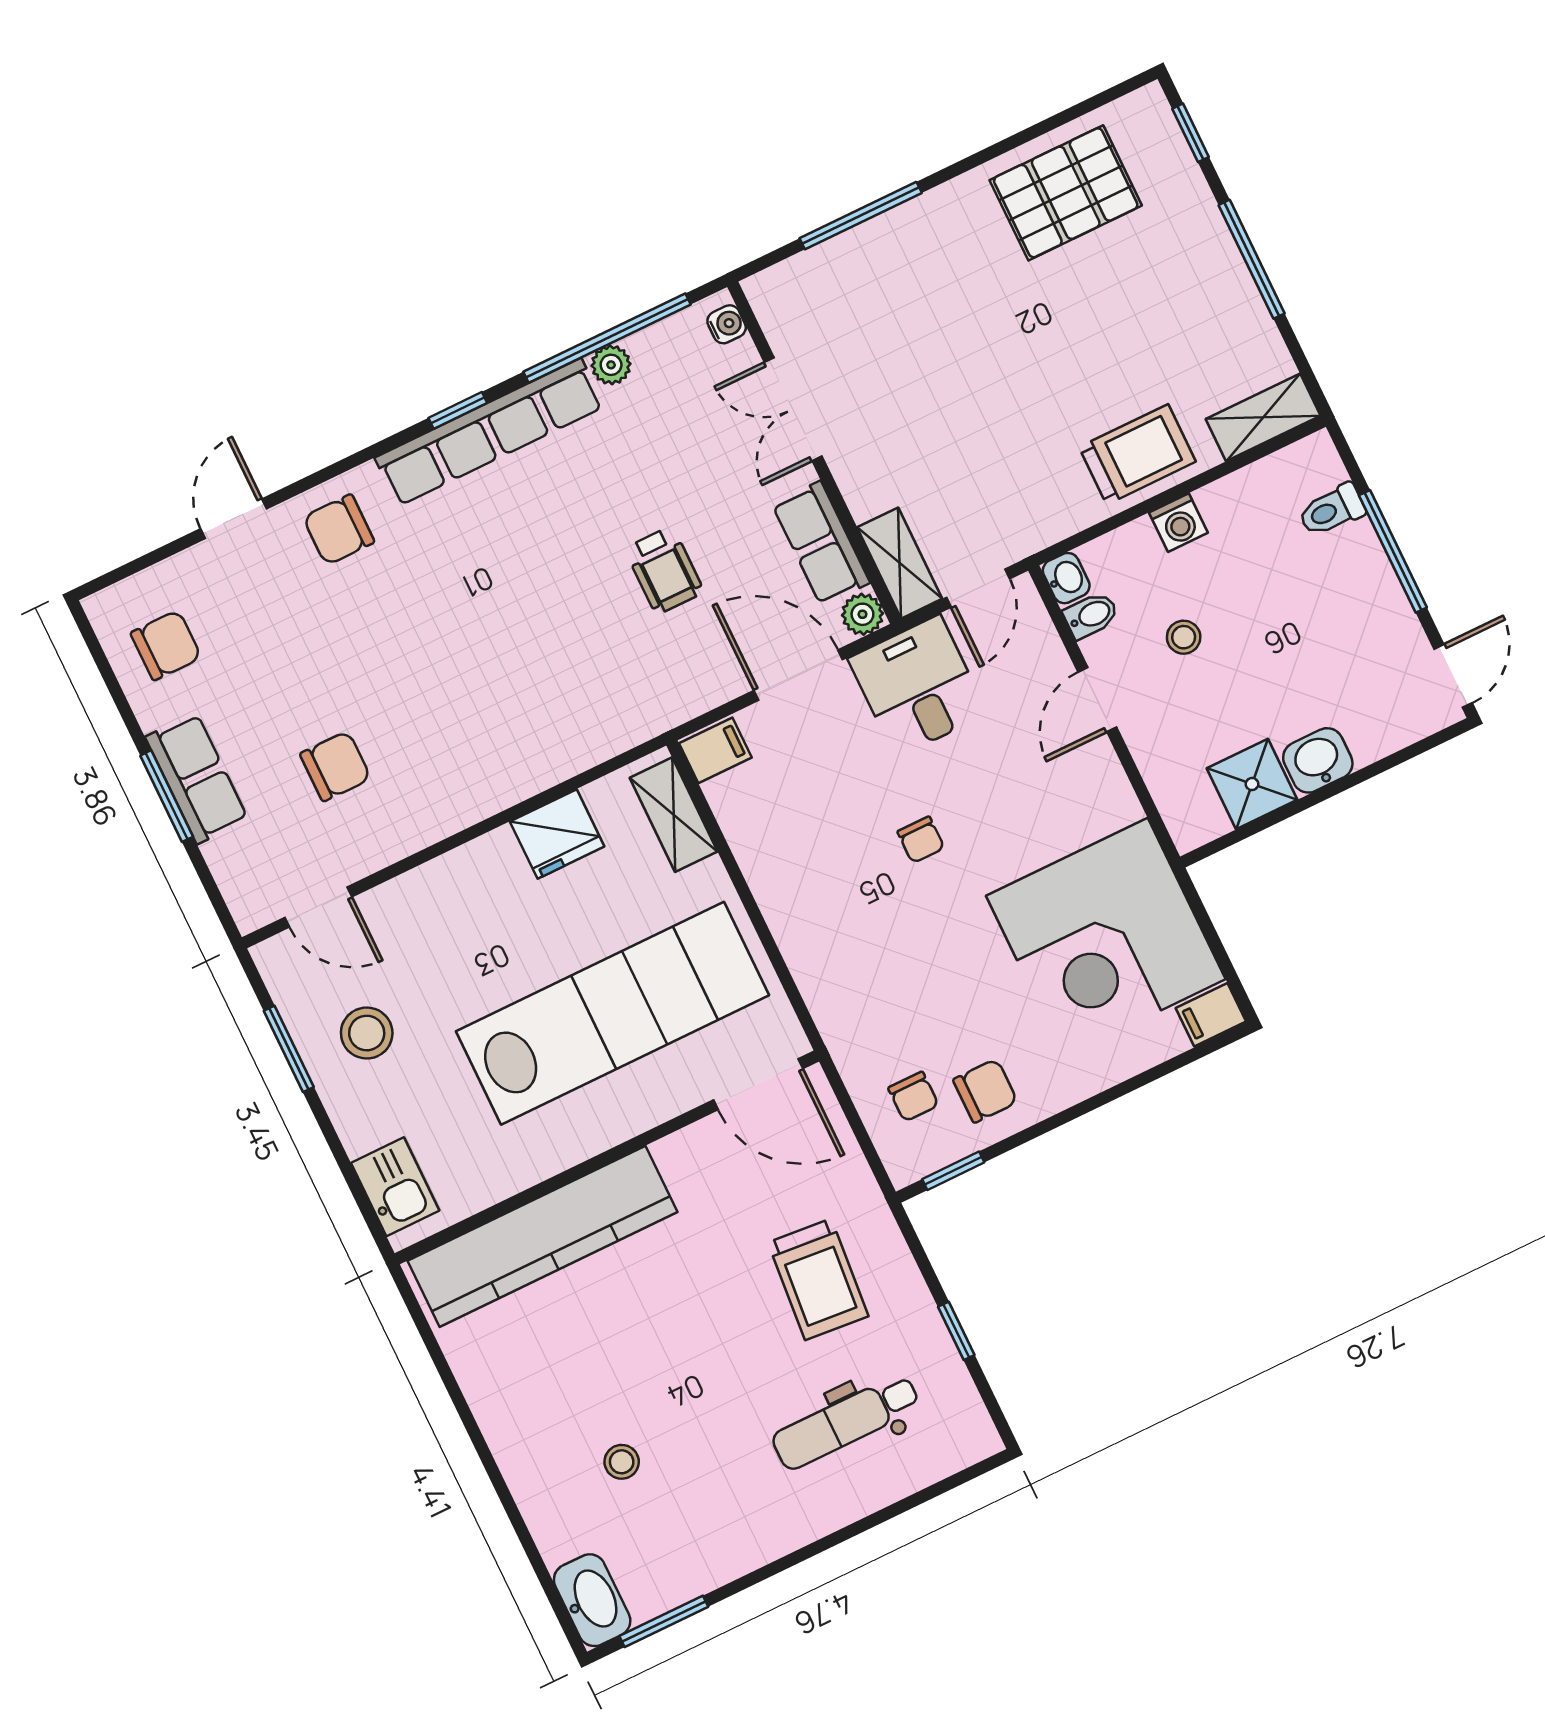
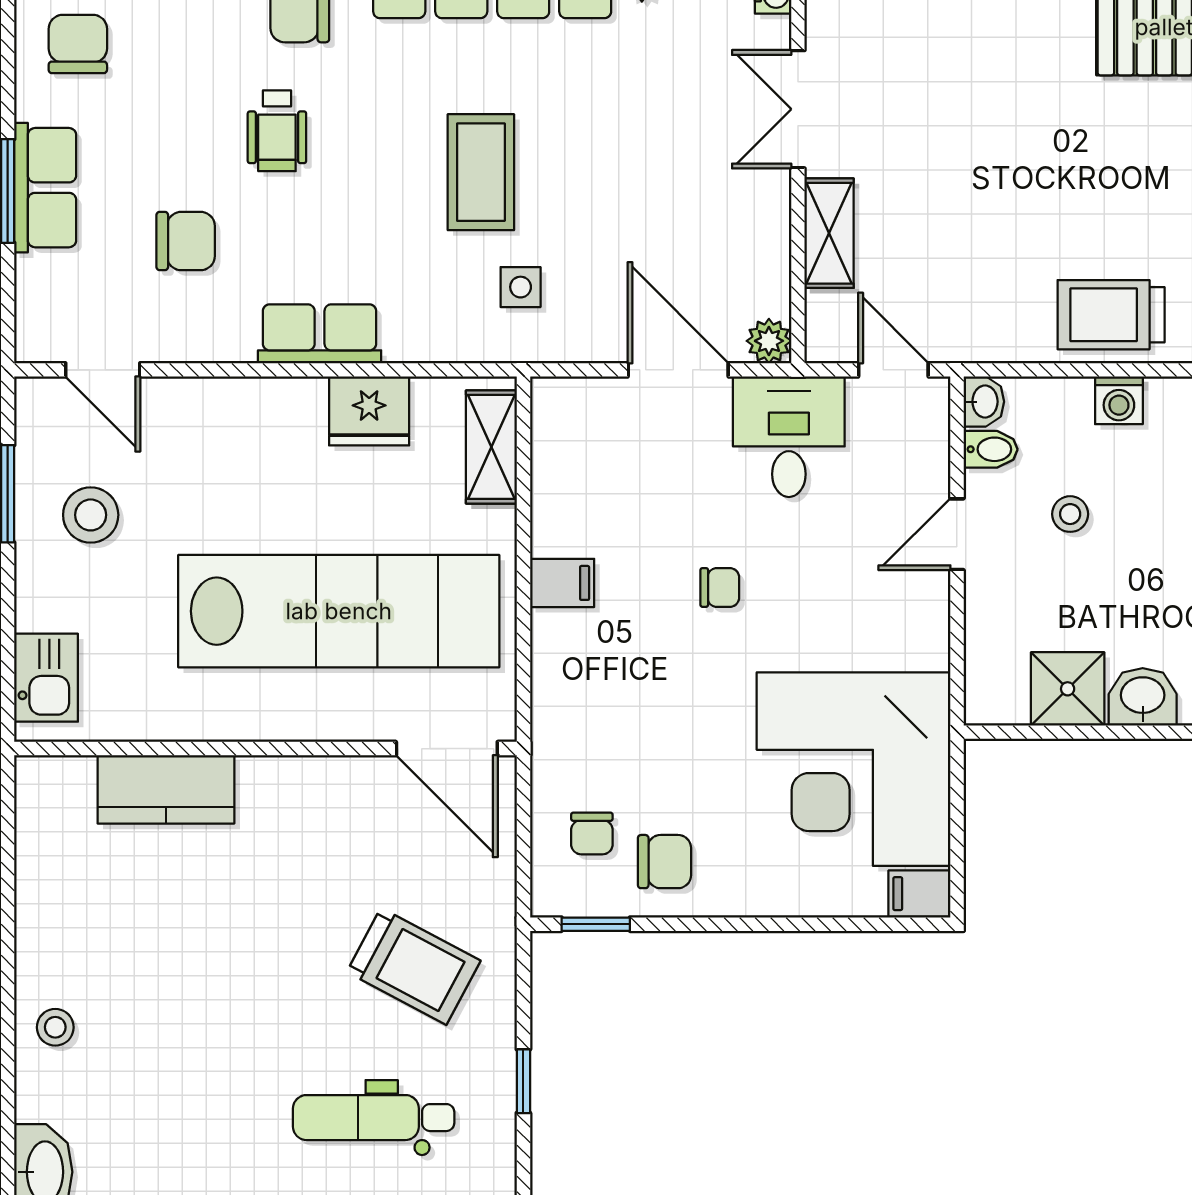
trolley: (1137, 454) -> (1111, 315), turned 180
row of seats: (821, 543) -> (320, 334), moved, turned 90
shelving: (900, 563) -> (829, 233), moved
wheelchair: (664, 570) -> (277, 131), moved
door: (978, 588) -> (893, 370), swing flipped
coffee table: (554, 590) -> (481, 172), added
chair: (166, 645) -> (78, 44), turned -90
side table: (633, 669) -> (521, 287), added
filing cabinet: (715, 750) -> (562, 583), moved
chair: (921, 840) -> (720, 587), turned -90
kitchen counter: (543, 1236) -> (166, 789), width x0.48, depth x0.86
trolley: (818, 1279) -> (414, 966), turned -67
stool: (622, 1462) -> (55, 1027), moved

